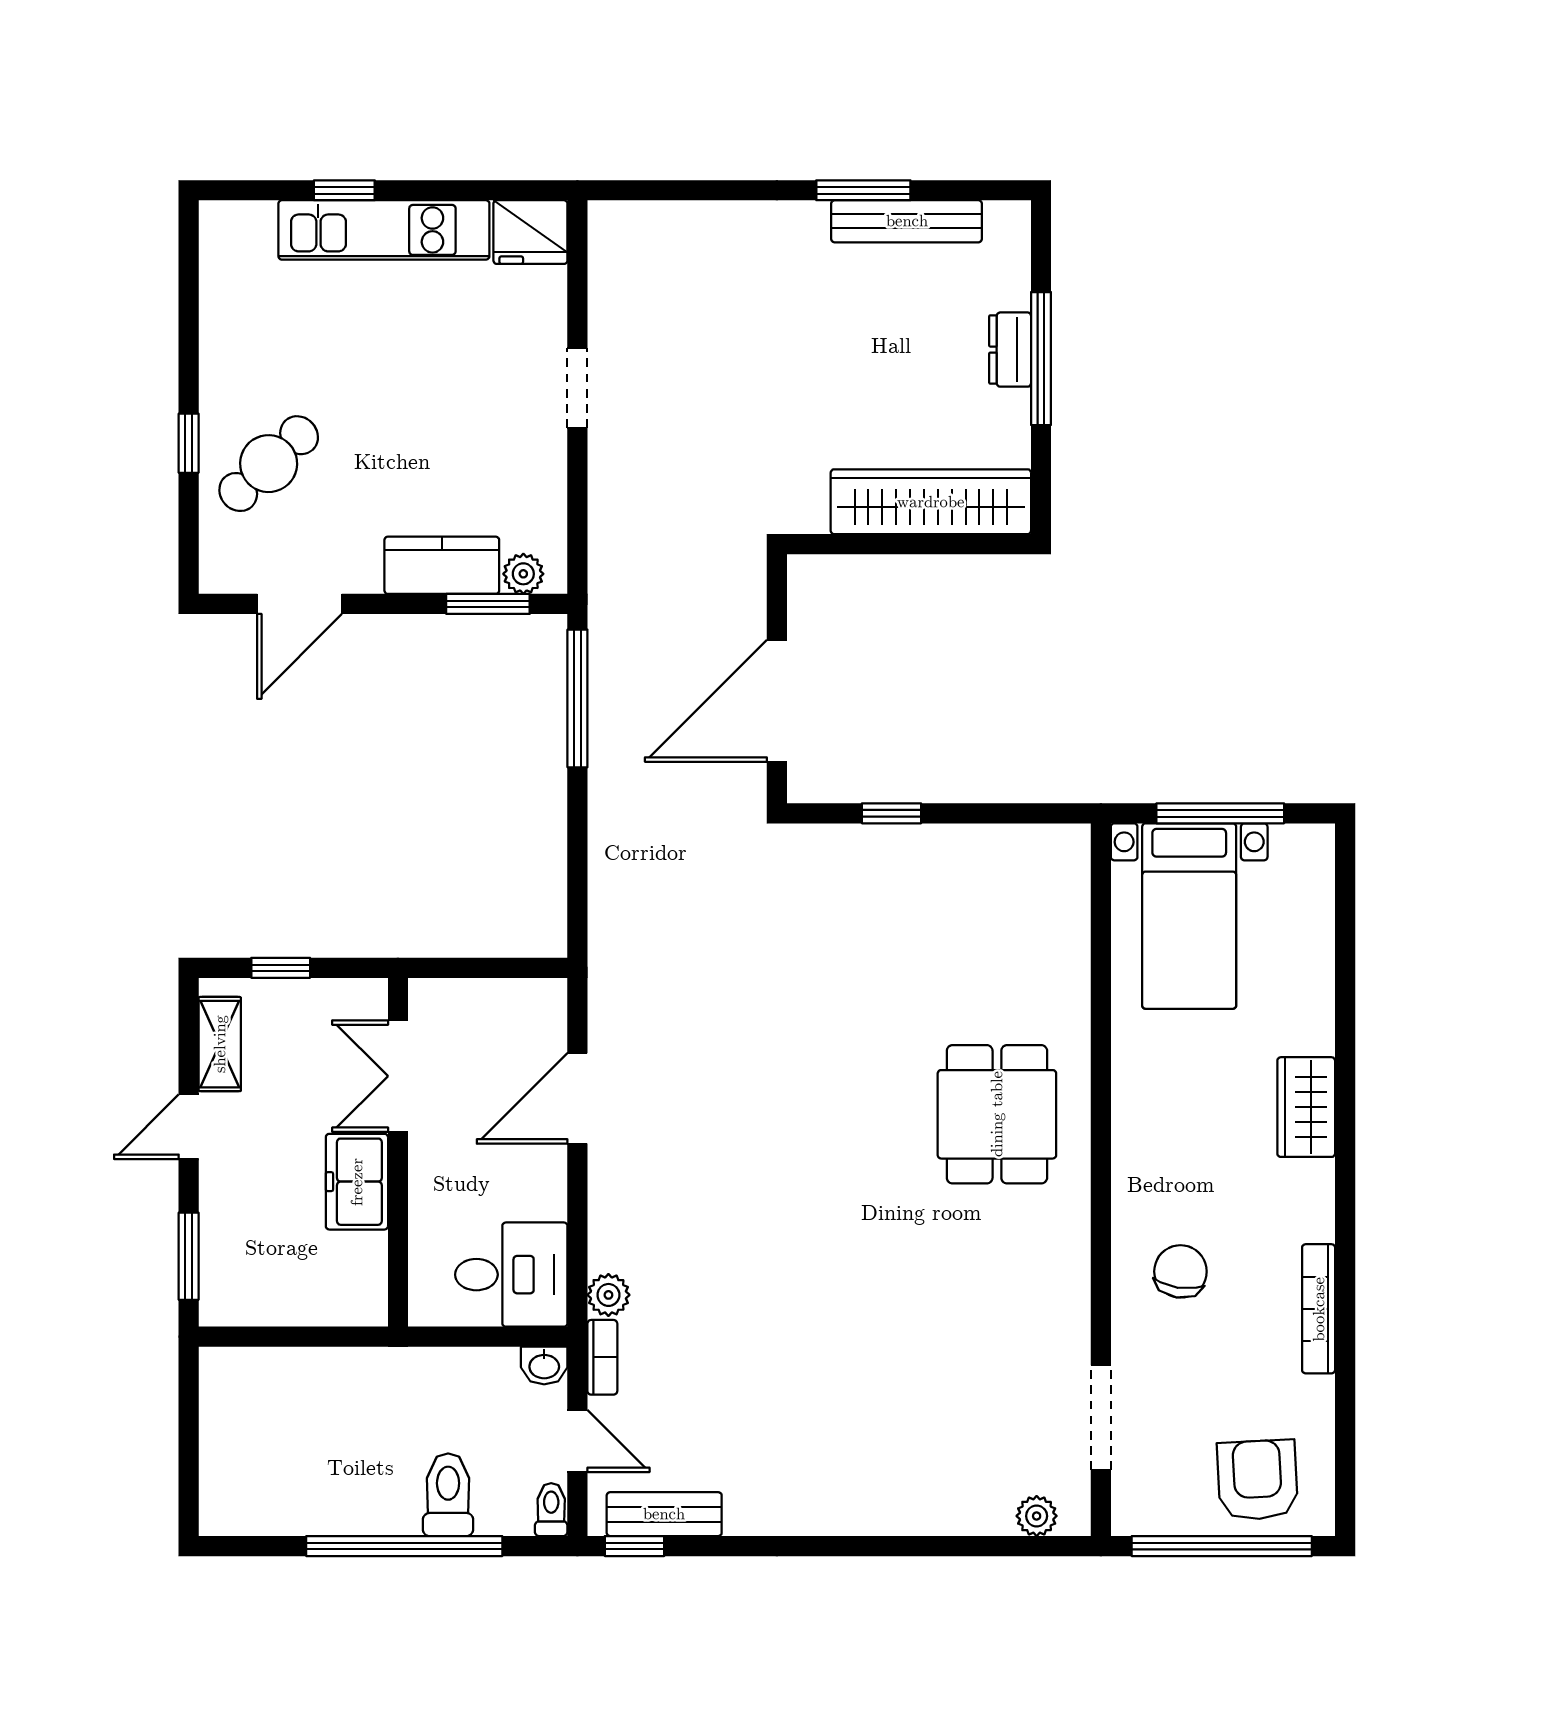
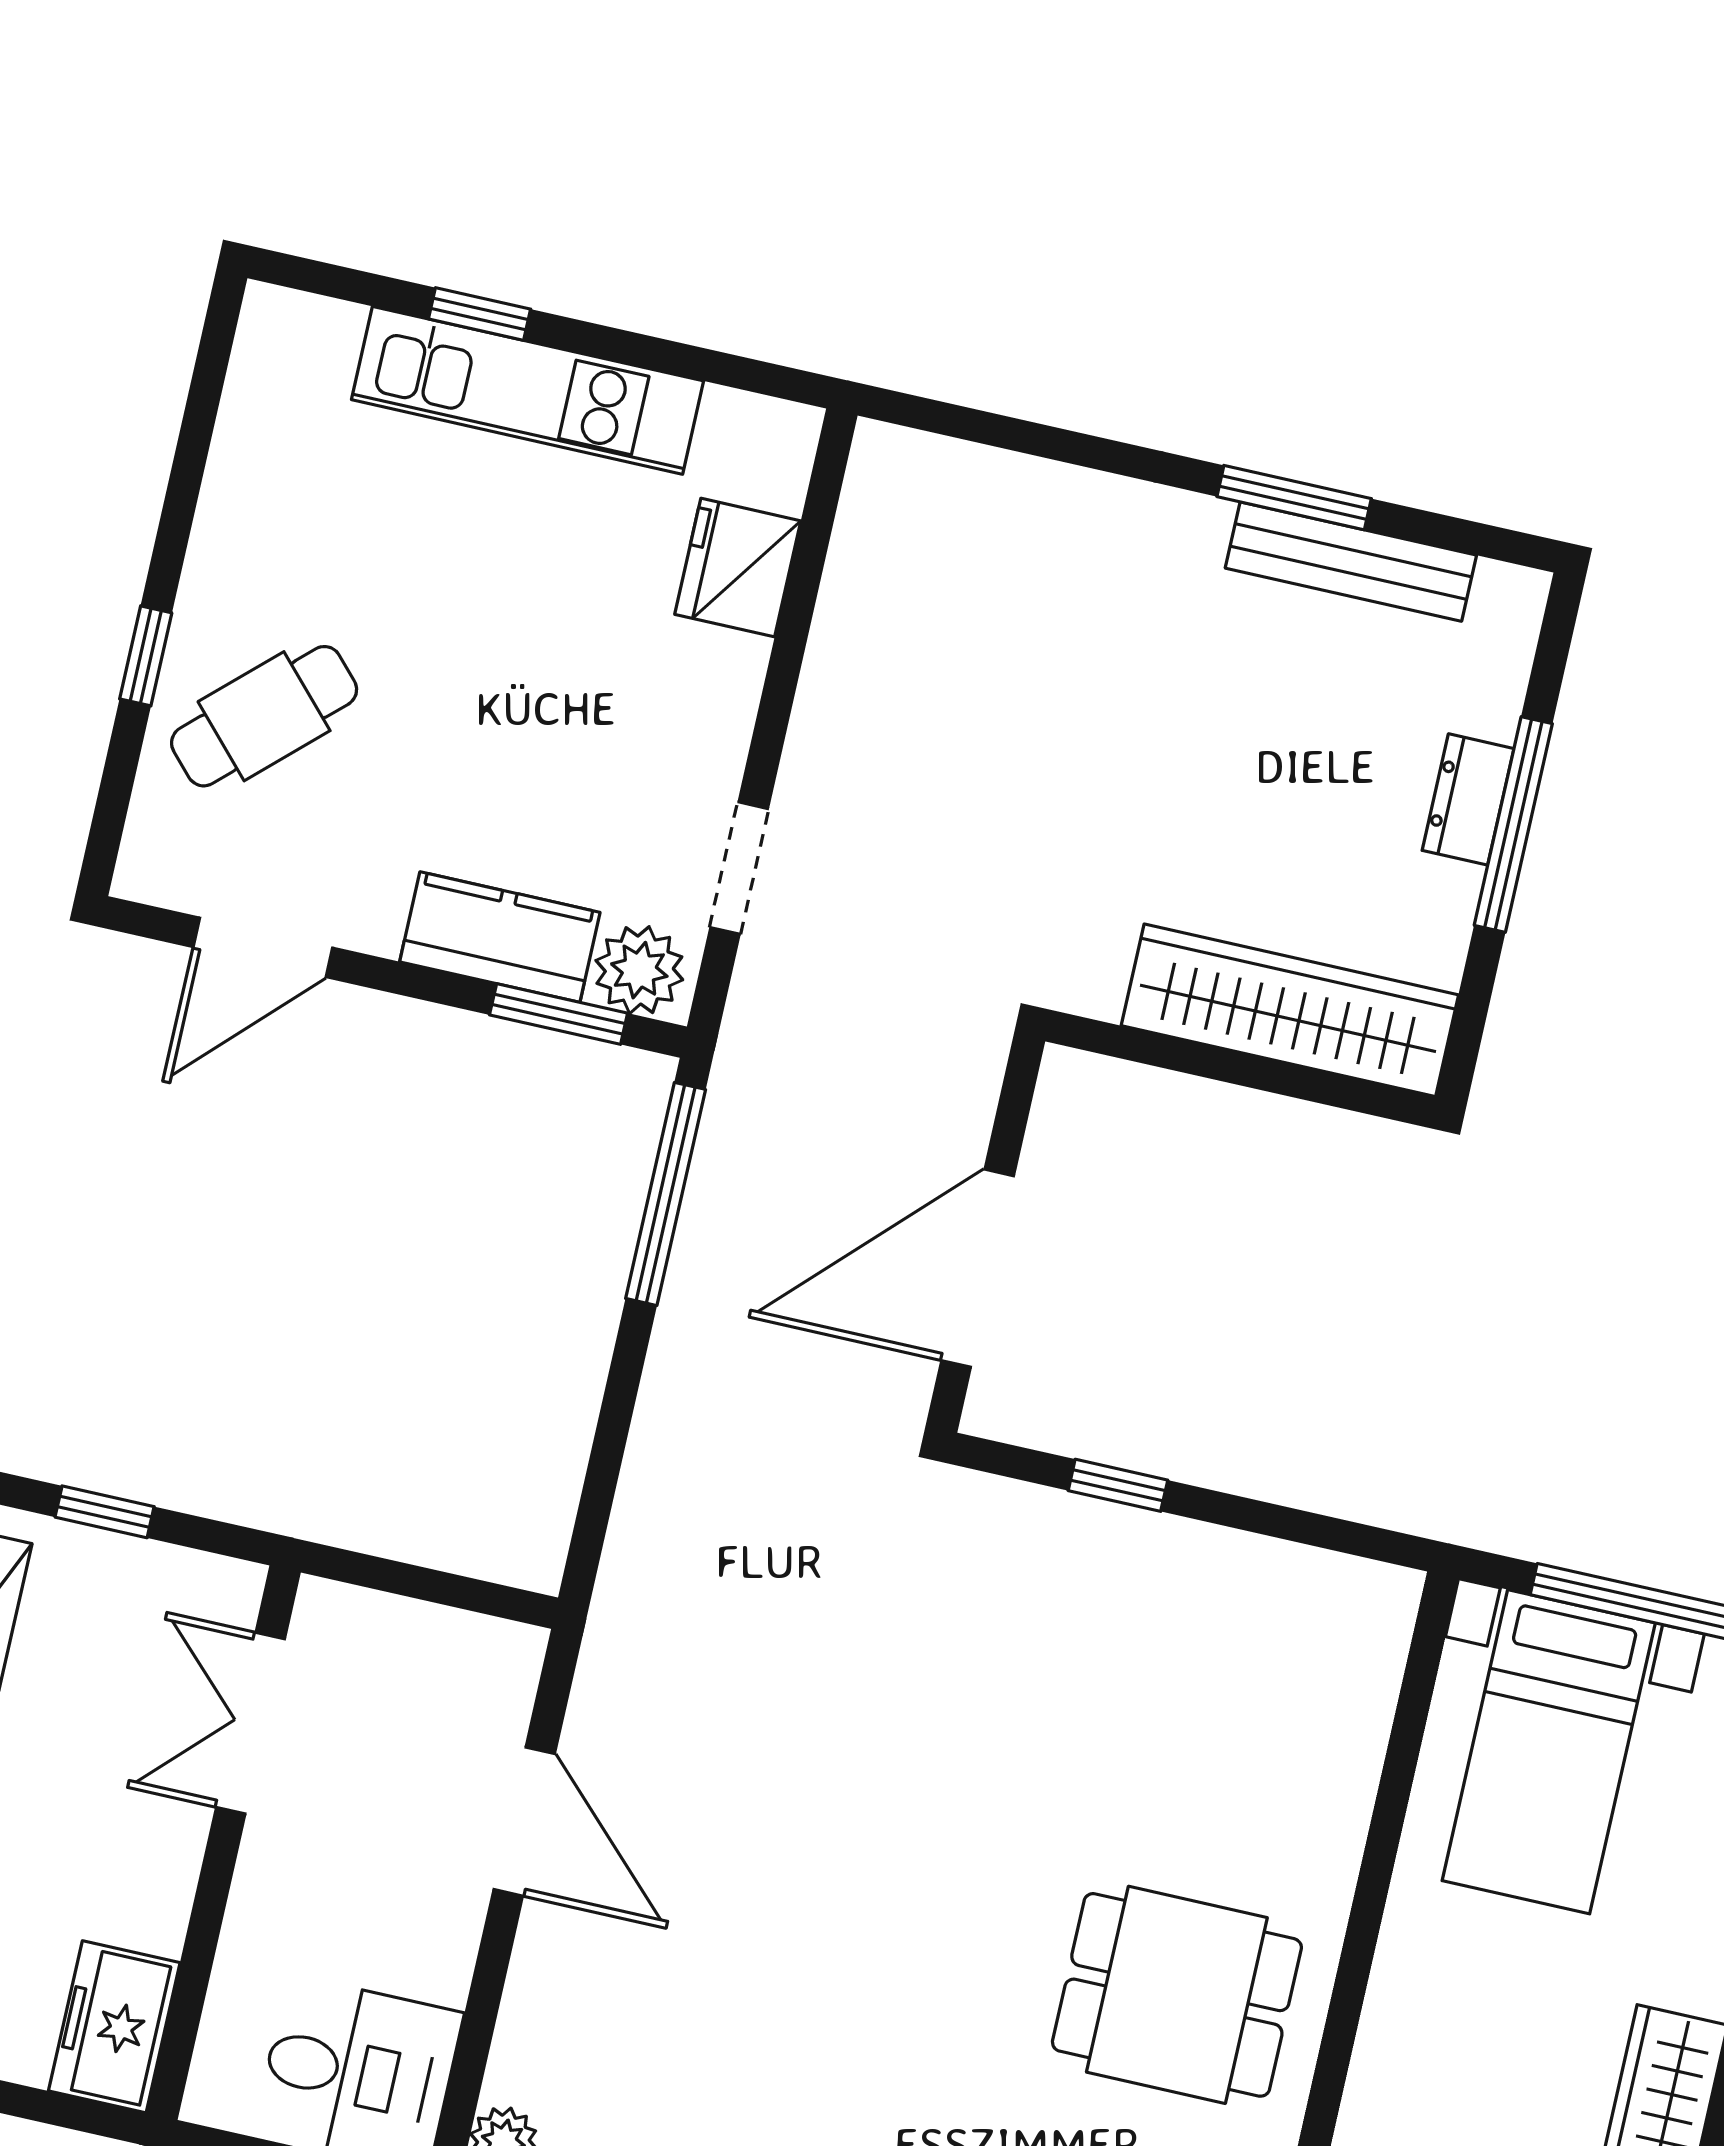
fridge: (530, 232) -> (738, 568), moved, turned 90
doorway: (577, 388) -> (739, 868), moved
plant: (523, 574) -> (639, 970), width x1.38, depth x1.38
door: (577, 1098) -> (524, 1822), swing flipped
dining table: (997, 1114) -> (1177, 1995), turned 90
freezer: (357, 1182) -> (114, 2027), moved

